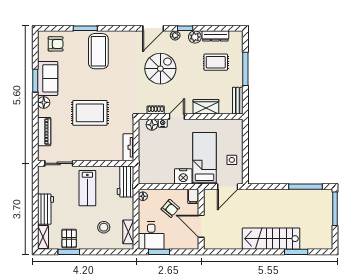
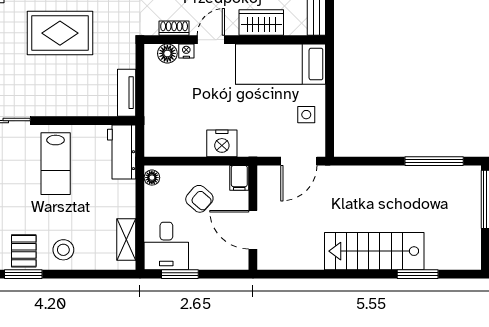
bed: (205, 158) -> (280, 64), moved, turned -90
stool: (104, 227) -> (63, 250), moved

